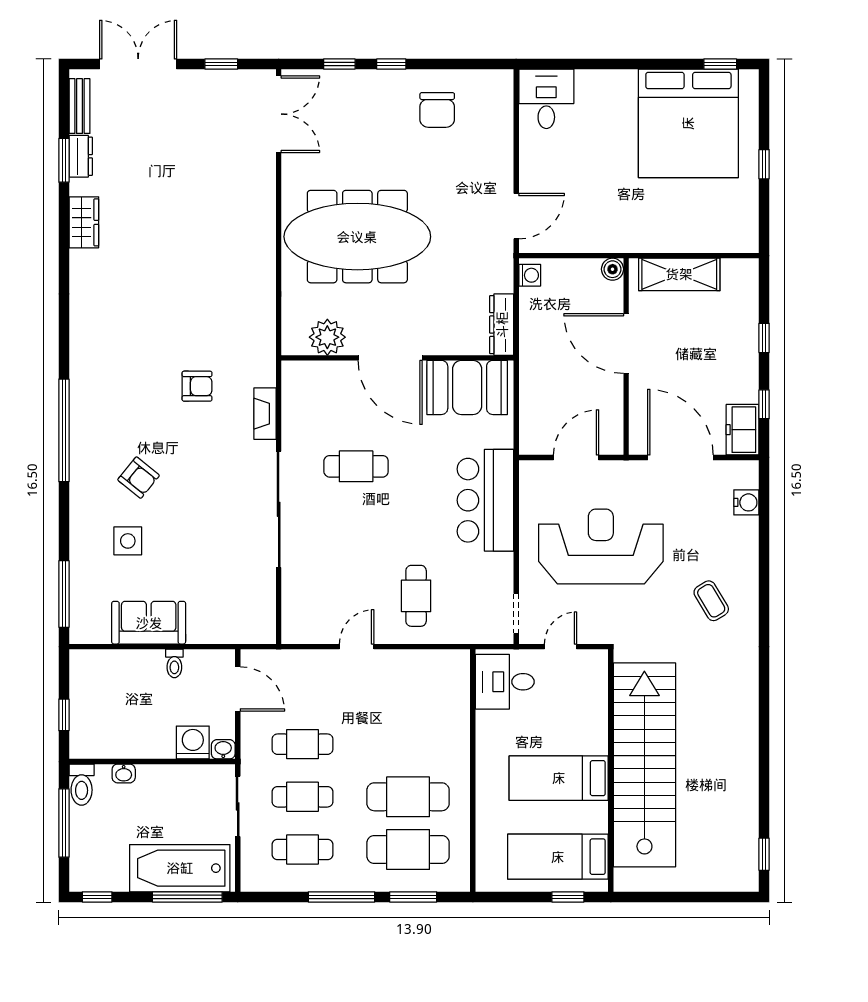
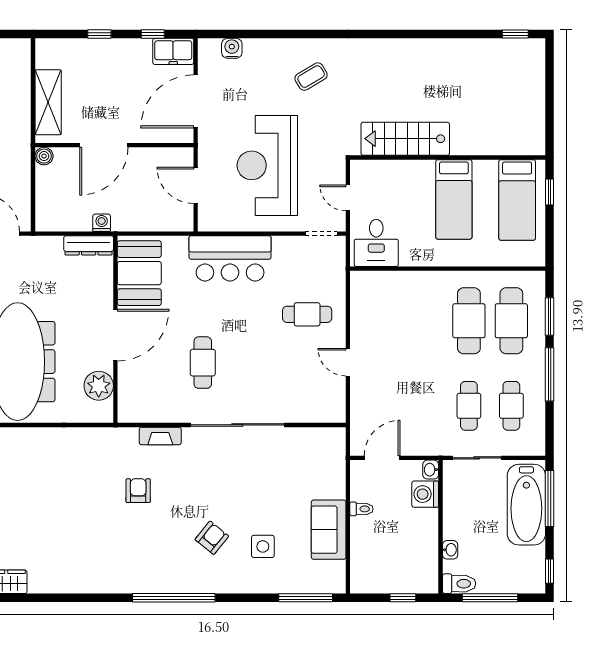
washing machine: (530, 275) -> (102, 223), moved
cafe table: (302, 744) -> (427, 406), removed
stairs: (644, 765) -> (405, 139), width x0.54, depth x0.66

